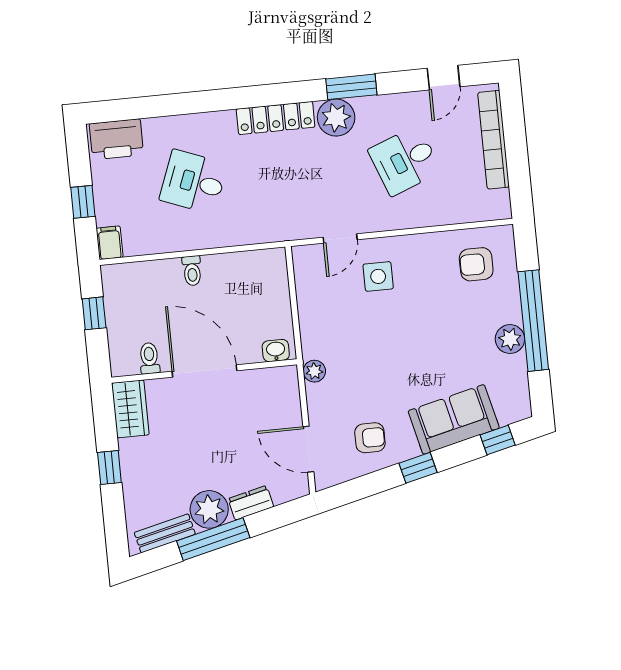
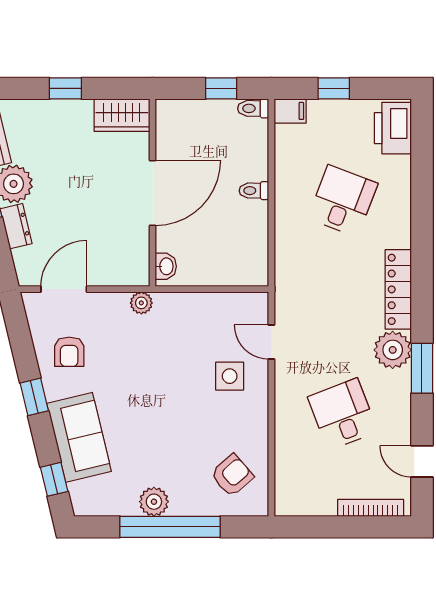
bookcase: (494, 140) -> (371, 508), width x0.68, depth x0.76
armchair: (476, 264) -> (232, 475), turned 49
toilet: (149, 358) -> (253, 108), moved, turned 180

